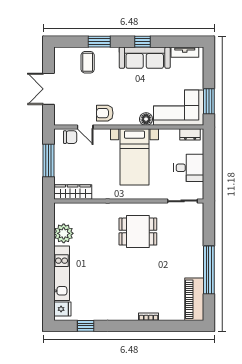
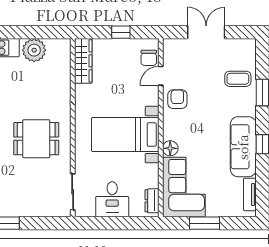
window: (209, 101) -> (204, 223), moved
window: (49, 161) -> (121, 32), width x0.46
dining table: (138, 232) -> (36, 139), turned 90

